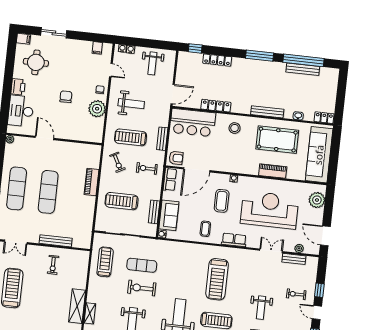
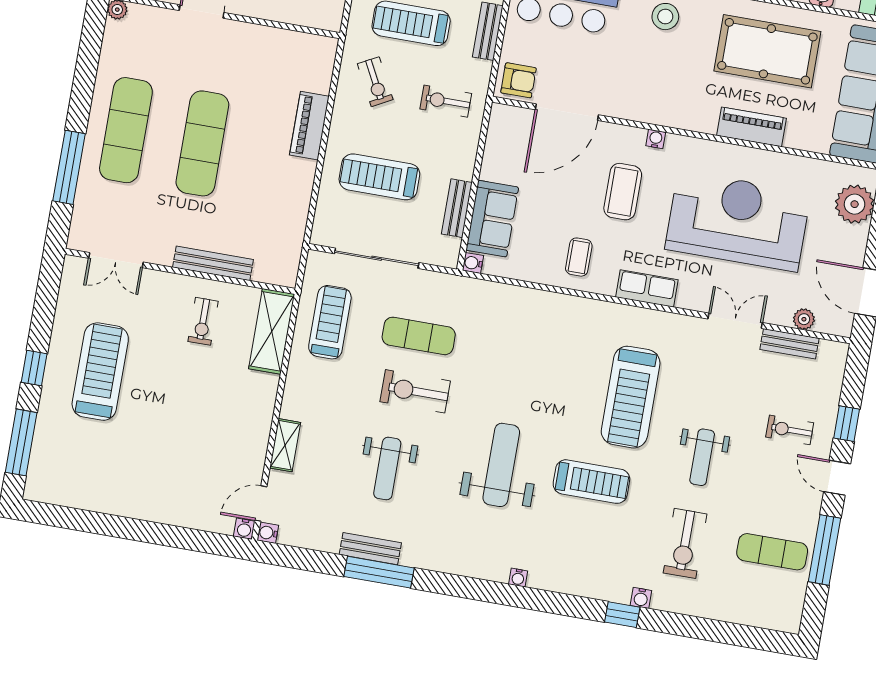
row of seats: (170, 179) -> (500, 132), removed
treadmill: (217, 279) -> (631, 397), moved
shelving: (77, 306) -> (272, 331), moved

